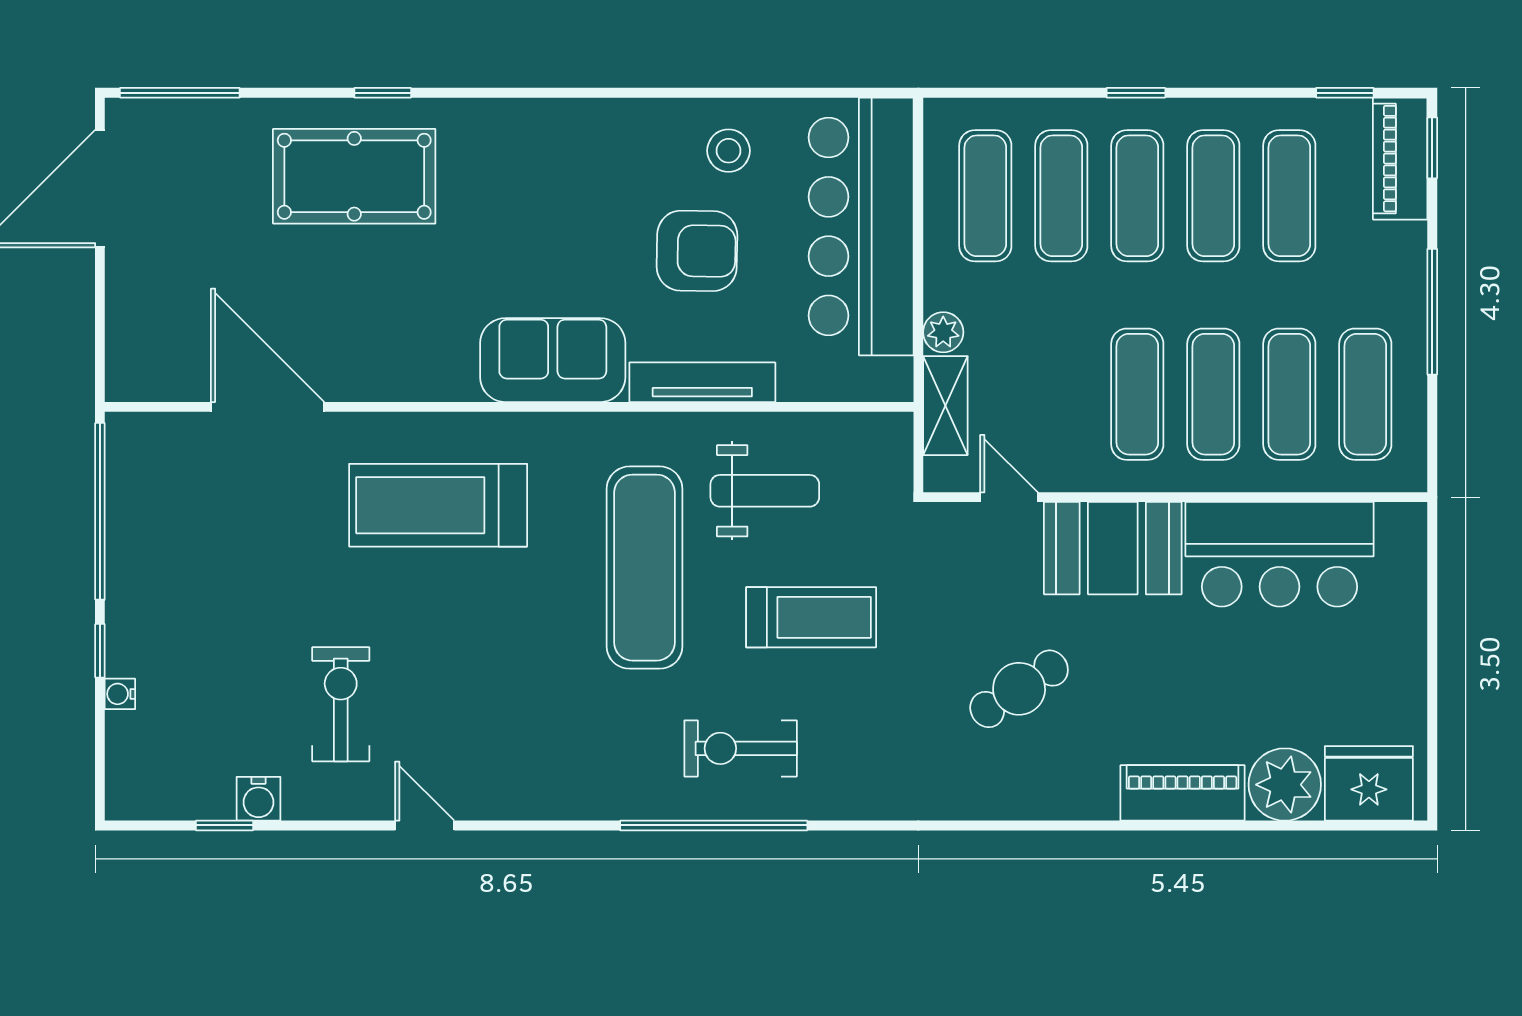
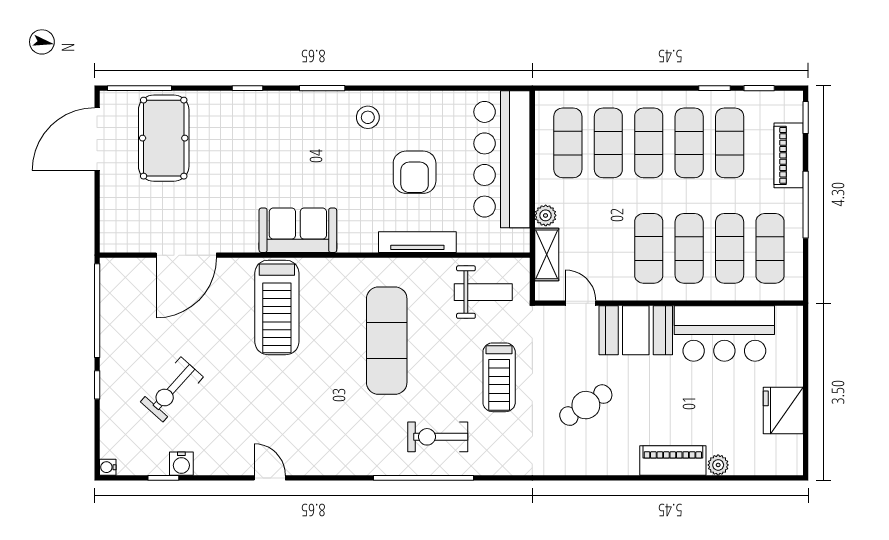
window: (523, 93) -> (322, 88), added
window: (1136, 93) -> (714, 88), moved
stool: (729, 151) -> (368, 117), moved
piano: (1400, 159) -> (789, 155), moved
pool table: (354, 176) -> (164, 138), moved, turned 90
armchair: (697, 251) -> (415, 172), turned 89
sofa: (553, 360) -> (298, 230), moved
door: (268, 407) -> (186, 255), swing flipped
weight bench: (765, 491) -> (483, 292), moved
treadmill: (438, 505) -> (277, 307), turned -90
treadmill: (811, 617) -> (499, 377), moved, turned 90
water cooler: (120, 694) -> (108, 467), moved
exercise bike: (341, 704) -> (172, 389), moved, turned -138
fridge: (1369, 783) -> (783, 411), moved, turned -90
plant: (1285, 785) -> (718, 465), width x0.53, depth x0.53

